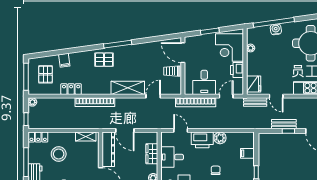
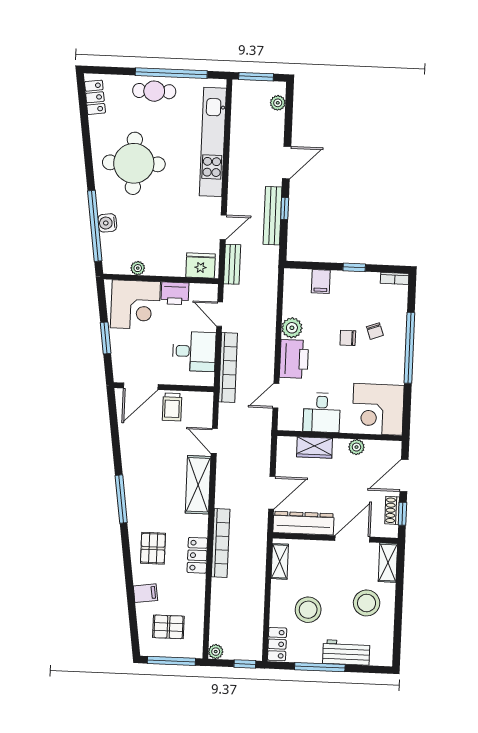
pallet: (104, 60) -> (153, 548), moved
locker: (71, 89) -> (197, 555), moved
bench: (284, 124) -> (273, 216), width x1.36

